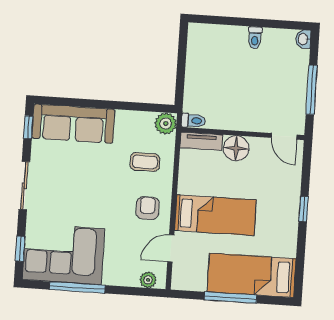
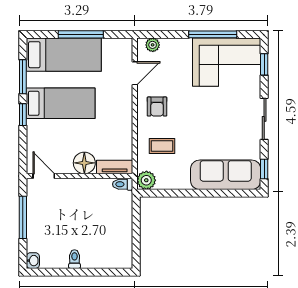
bed: (215, 215) -> (61, 103), moved, turned 180
window: (301, 253) -> (23, 77), added

